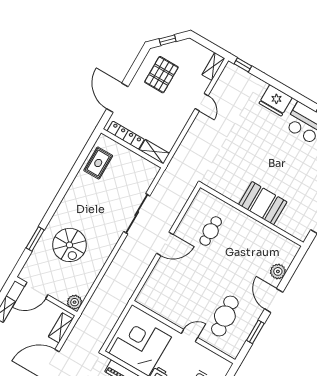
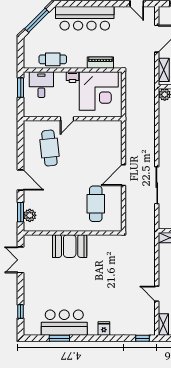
fridge: (276, 100) -> (104, 329), width x0.53, depth x0.75
cafe table: (211, 231) -> (96, 204), width x1.37, depth x1.35
plant: (278, 271) -> (30, 215), moved
window: (255, 332) -> (21, 212), moved

